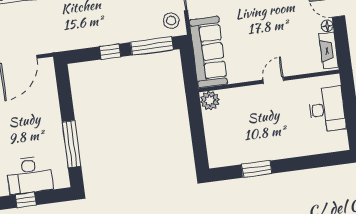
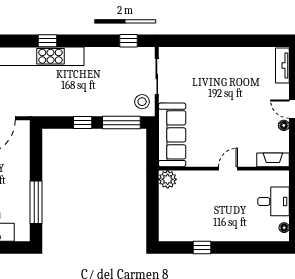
fireplace: (329, 51) -> (273, 160), moved, turned 90
desk: (327, 109) -> (273, 201), width x0.73
floor lamp: (342, 136) -> (284, 228), added
window: (257, 169) -> (202, 248), width x0.67

